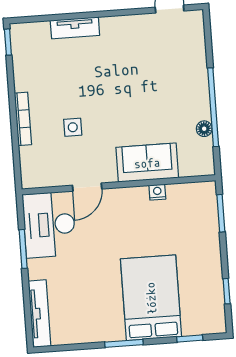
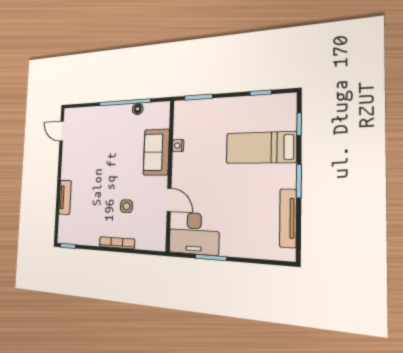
bed: (151, 298) -> (261, 148), width x0.67
tv unit: (40, 314) -> (288, 218), moved, turned -90

